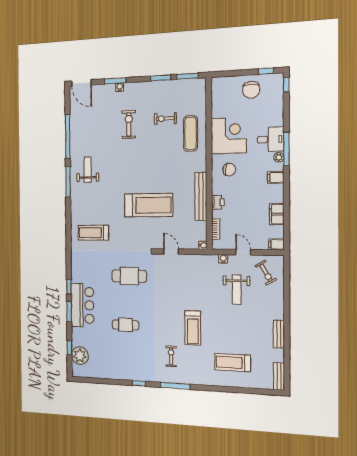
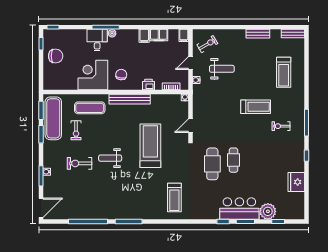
exercise mat: (178, 91) -> (53, 118), added
weight bench: (88, 170) -> (110, 158), moved
filing cabinet: (276, 177) -> (144, 36), moved
bench: (201, 196) -> (130, 99), moved
cafe table: (125, 325) -> (234, 160), moved
plant: (80, 356) -> (268, 211), moved
fridge: (111, 370) -> (296, 182), added

